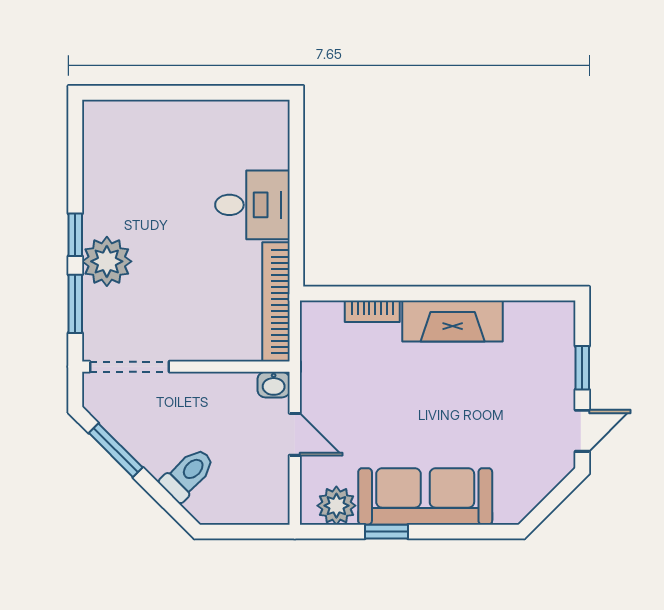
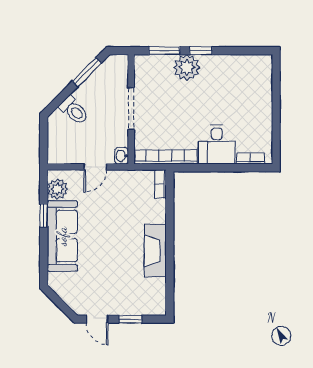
bookcase: (279, 141) -> (250, 159), added
bookcase: (372, 311) -> (160, 184), moved
doorway: (129, 367) -> (131, 109), moved

